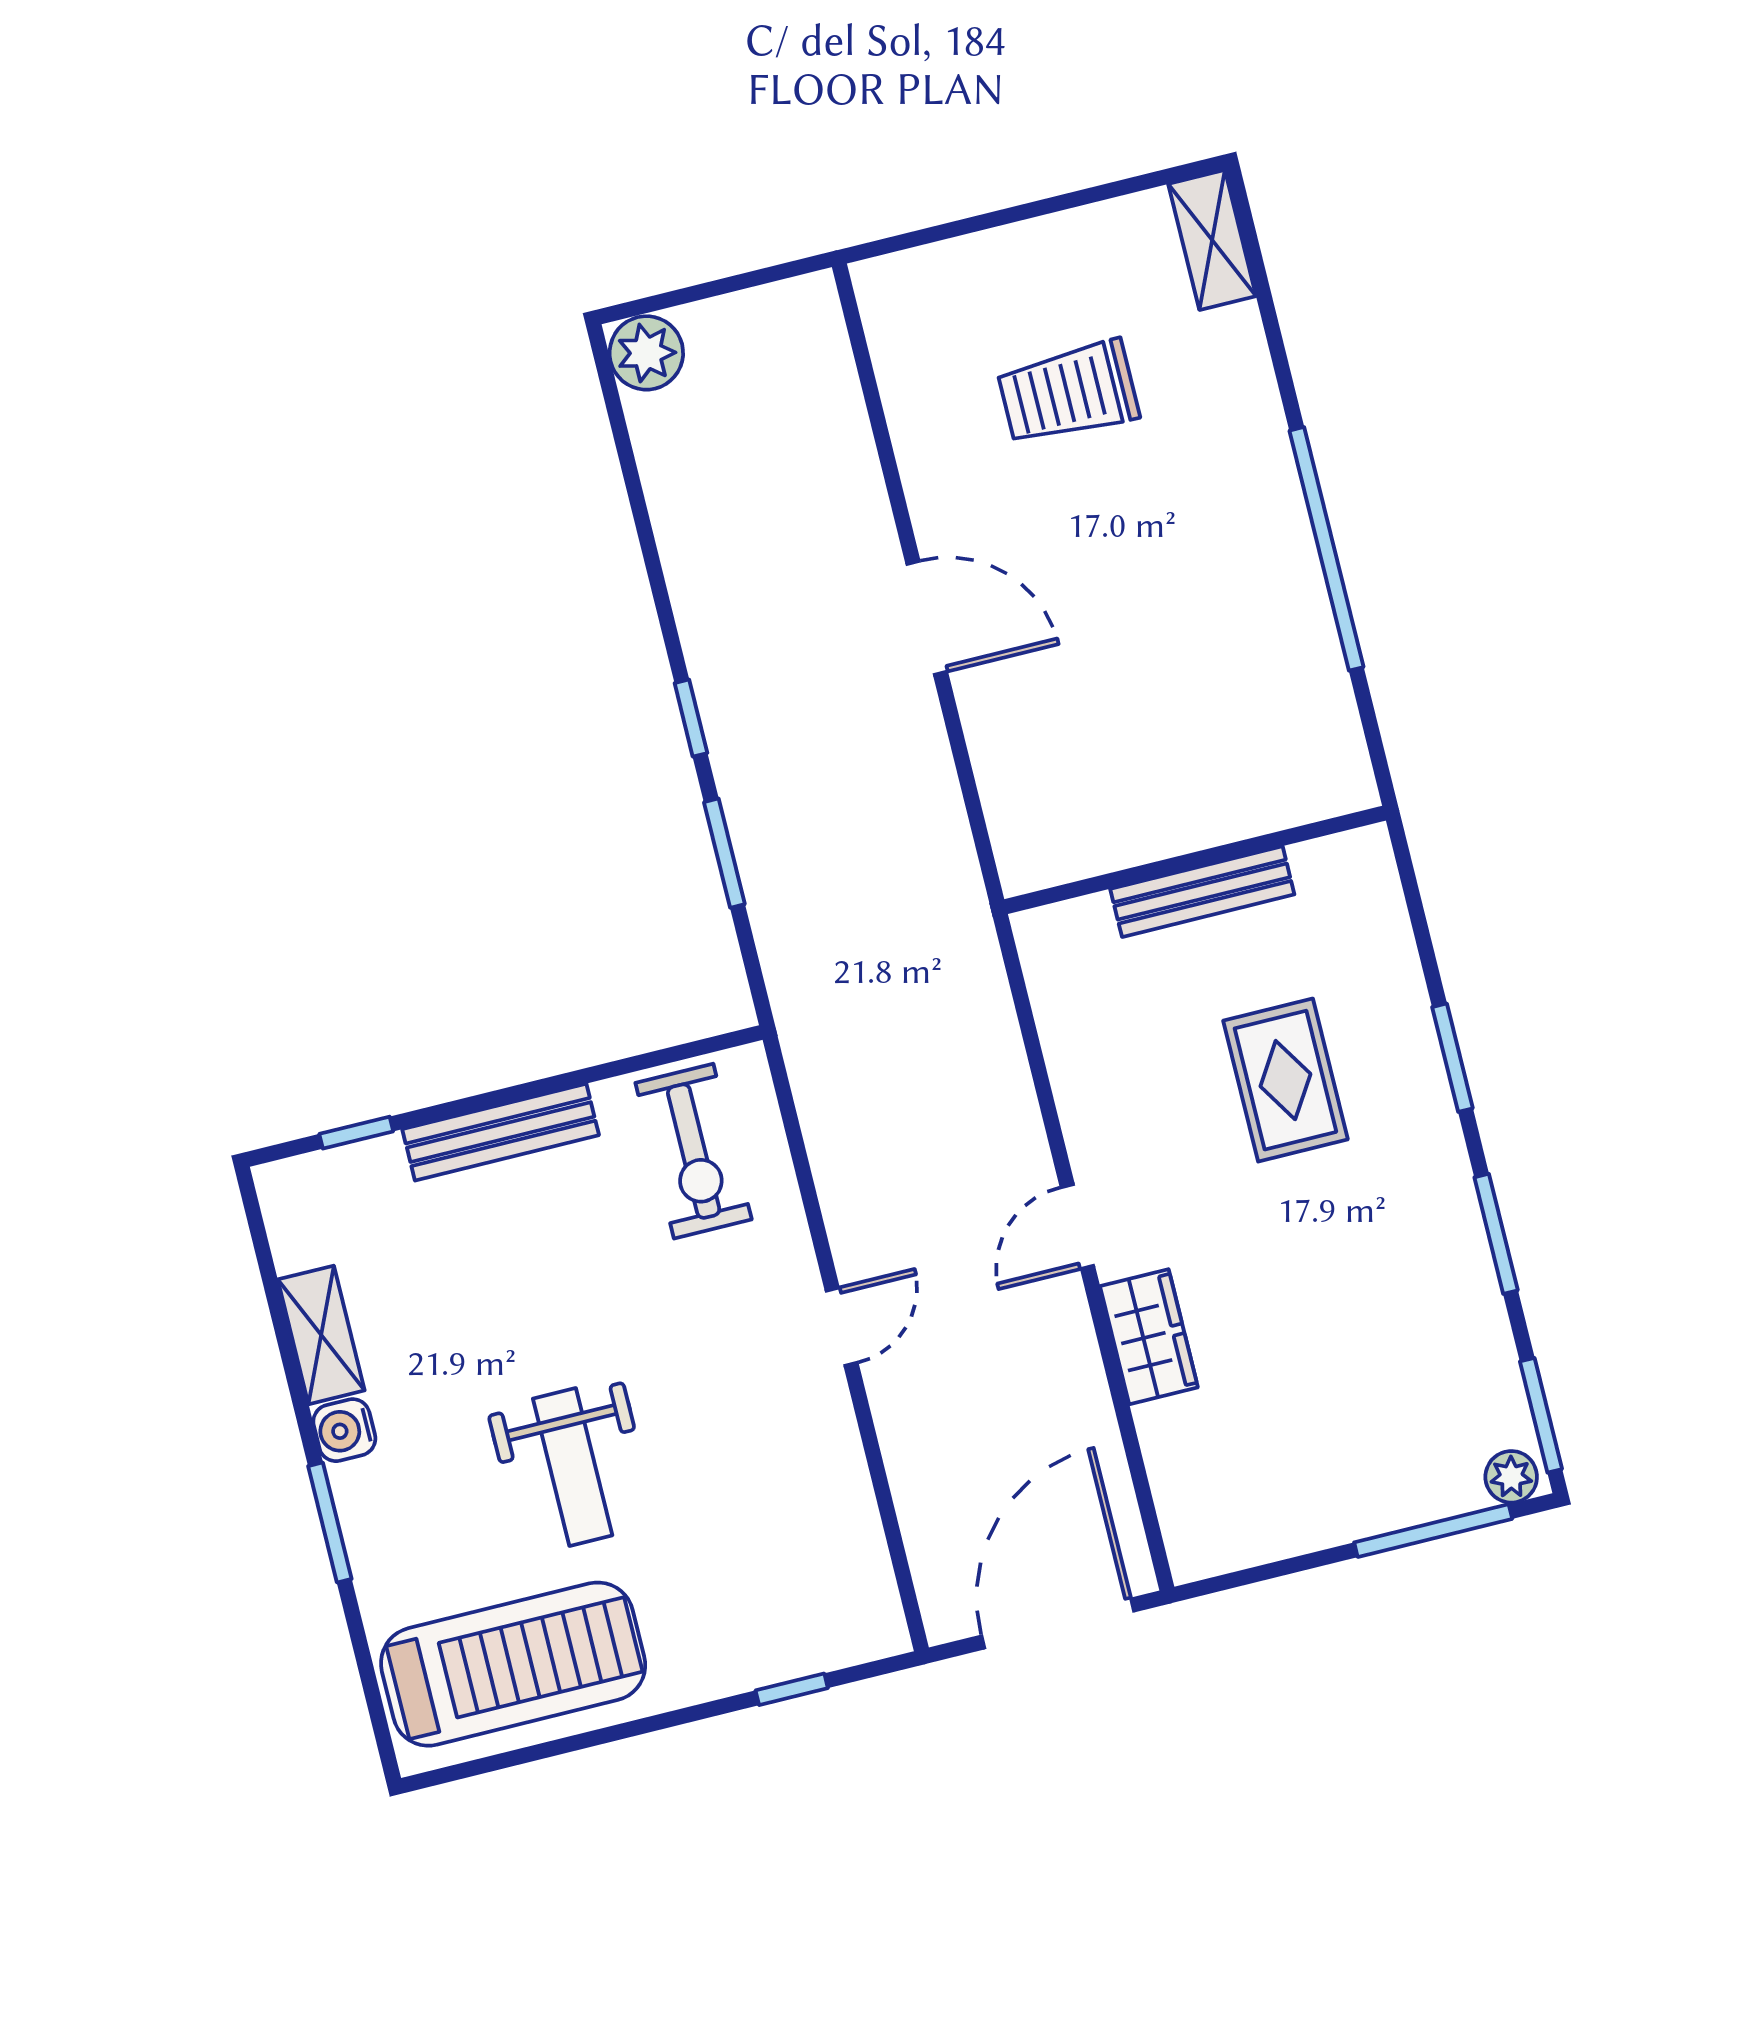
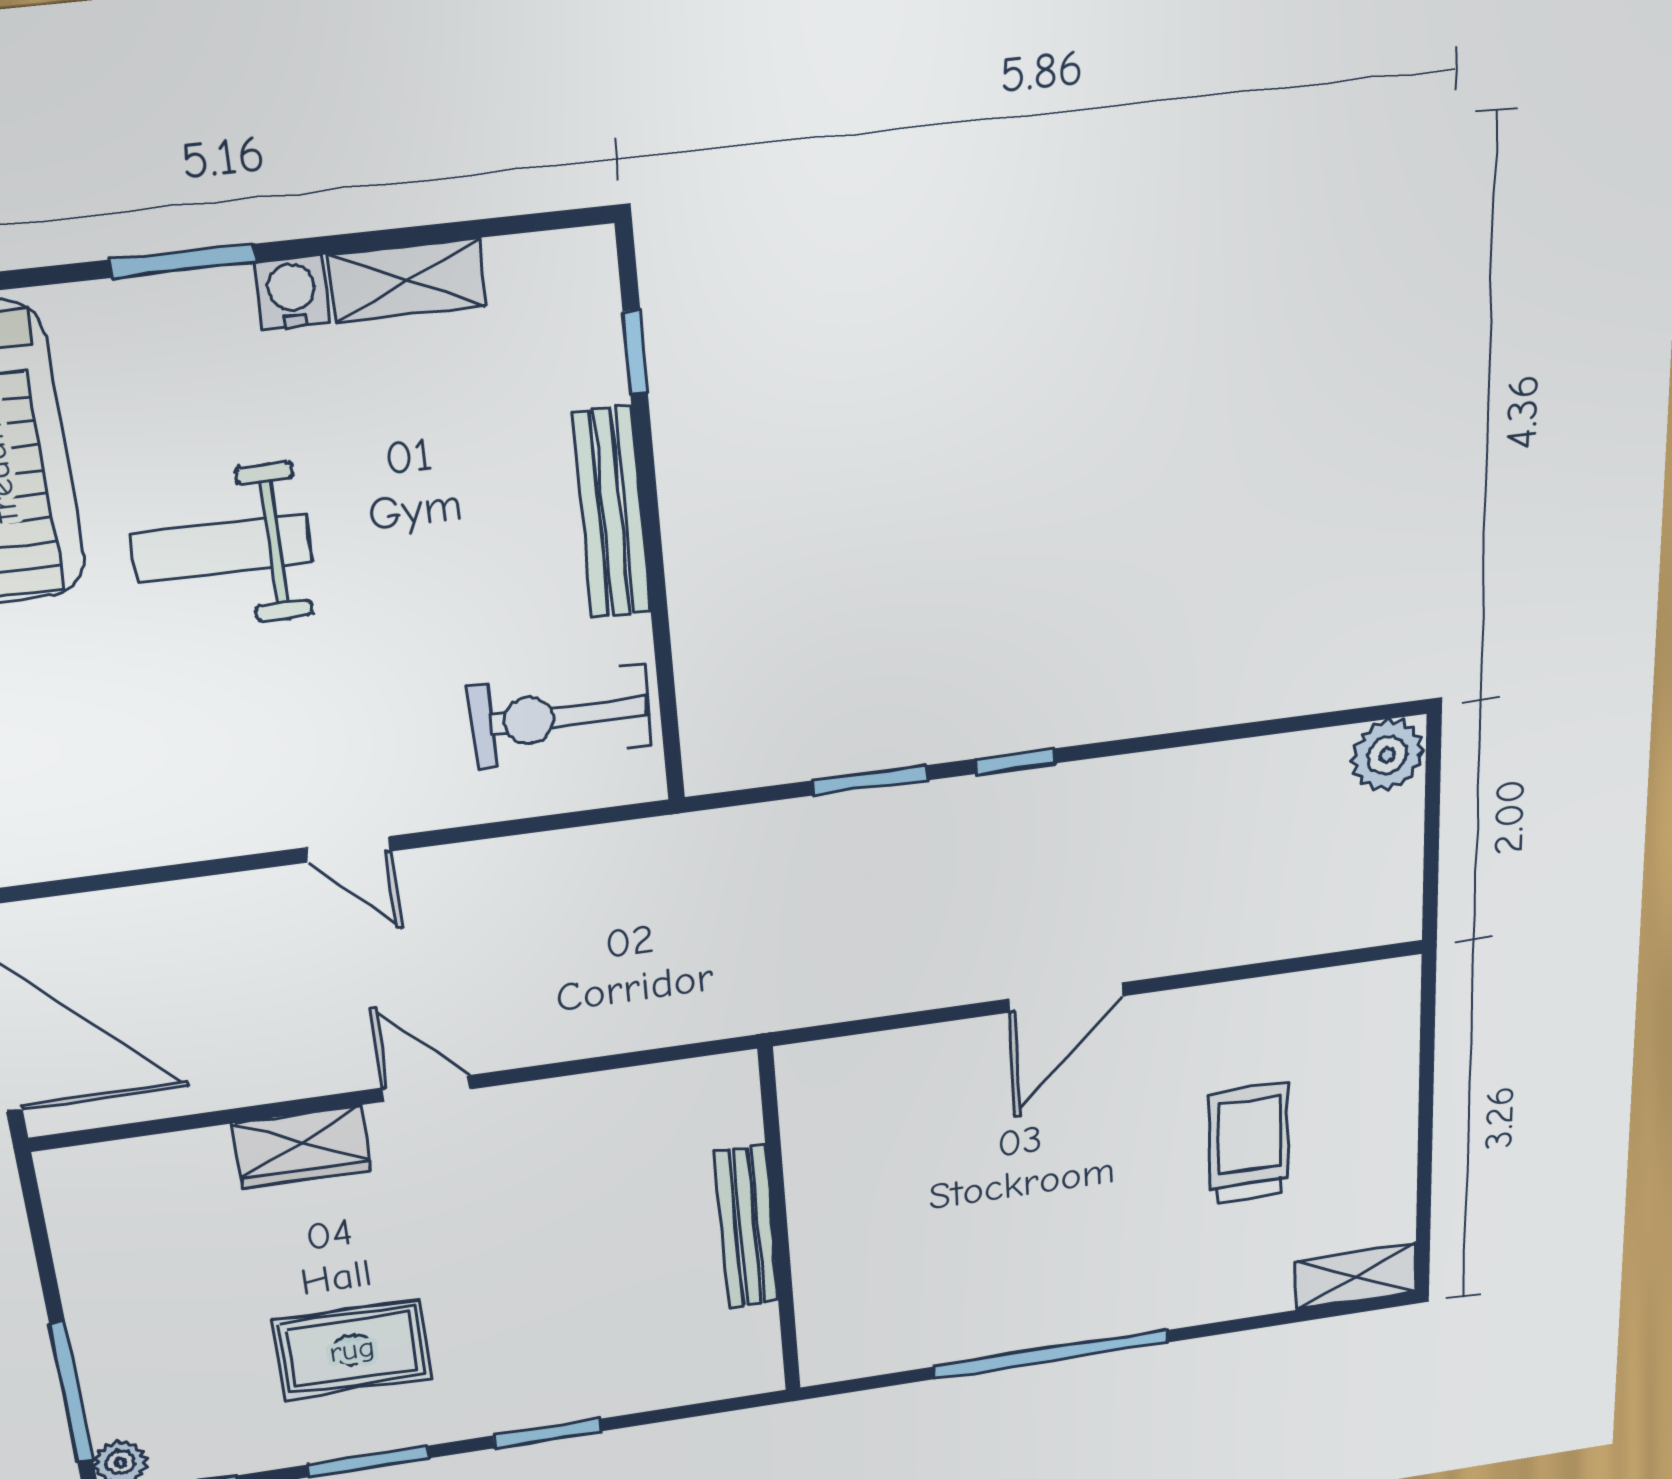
rug: (1285, 1080) -> (352, 1350), moved

